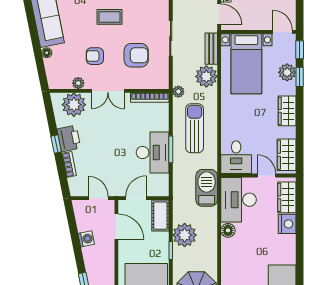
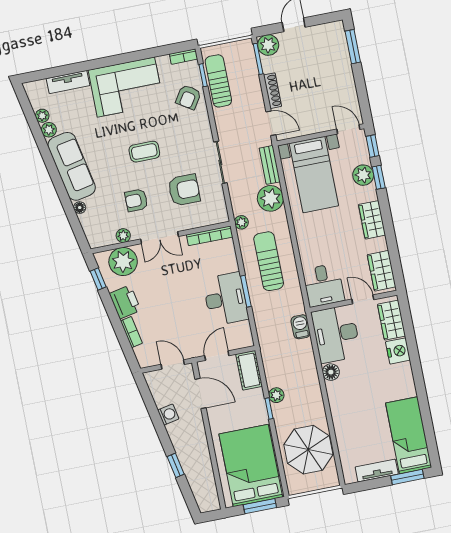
window: (56, 144) -> (98, 279), moved
barbecue: (207, 188) -> (301, 327), width x0.53, depth x0.65
plant: (185, 235) -> (276, 395), width x0.53, depth x0.53

